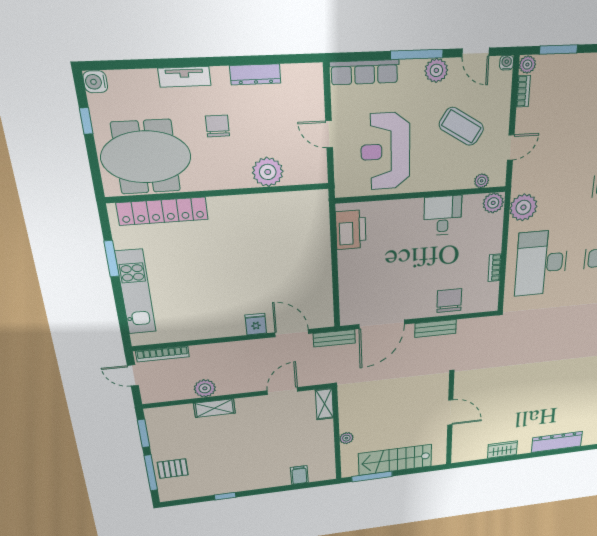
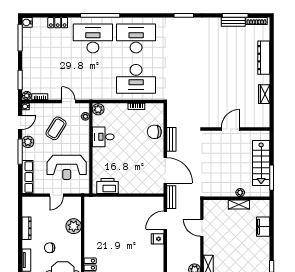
plant: (523, 207) -> (102, 92), removed
shelving: (324, 404) -> (239, 205), moved
filing cabinet: (299, 475) -> (263, 227), width x2.00

